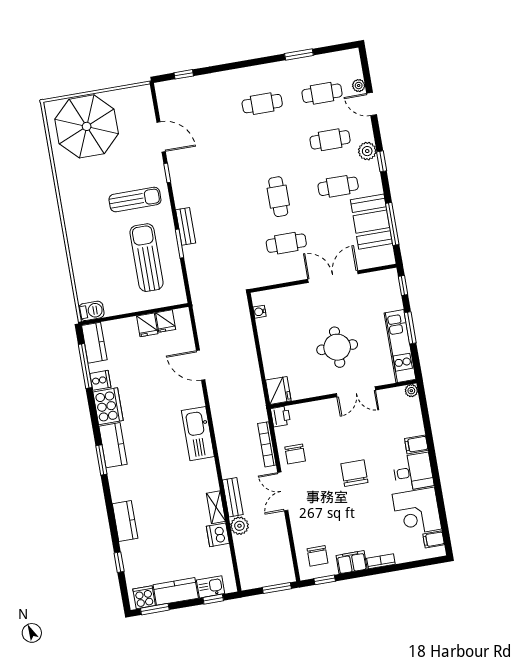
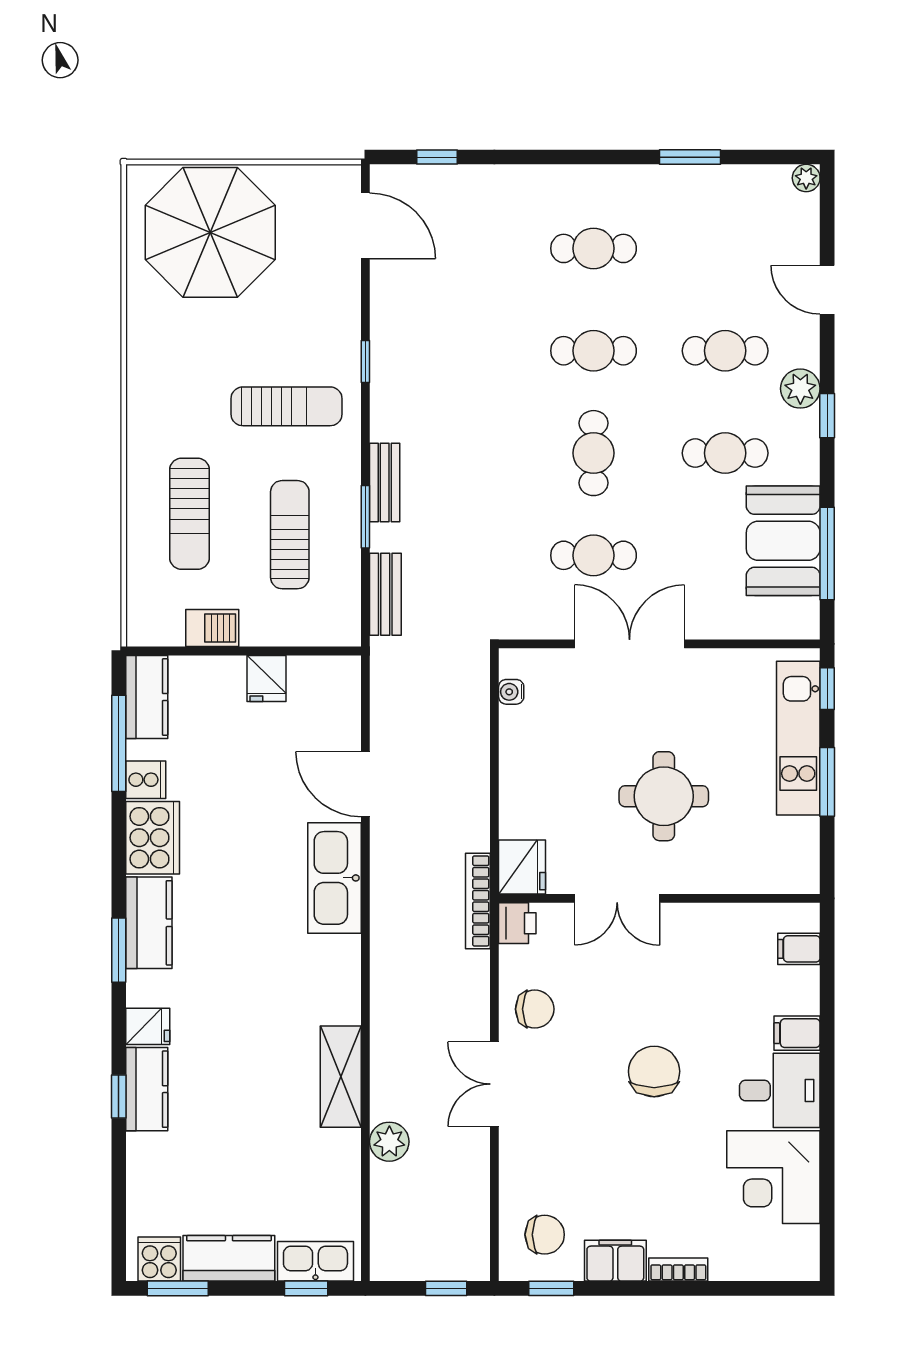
plant: (359, 86) -> (806, 178), moved
cafe table: (322, 93) -> (594, 351), moved
door: (161, 137) -> (365, 226), moved
sun lounger: (99, 256) -> (189, 514), added
sun lounger: (147, 258) -> (290, 535), width x0.73, depth x0.75
double door: (333, 277) -> (630, 644), moved
barbecue: (91, 311) -> (212, 628), moved
fridge: (166, 321) -> (148, 1026), moved, turned -90
kitchen unit: (400, 346) -> (798, 738), moved
plant: (411, 391) -> (806, 916), removed
double door: (356, 392) -> (617, 898), moved
kitchen sink: (198, 434) -> (334, 878), moved
bookcase: (267, 444) -> (478, 901), moved
chair: (295, 454) -> (535, 1009), turned -90
bench: (233, 497) -> (385, 594), moved
shelving: (216, 507) -> (341, 1077), width x1.50, depth x1.33
dishwasher: (218, 535) -> (340, 1153), removed
filing cabinet: (434, 539) -> (799, 949), moved
chair: (317, 556) -> (545, 1235), turned -90
window: (119, 562) -> (119, 1097), moved
kitchen sink: (211, 587) -> (315, 1261), width x1.38
window: (277, 588) -> (446, 1288), width x0.67

